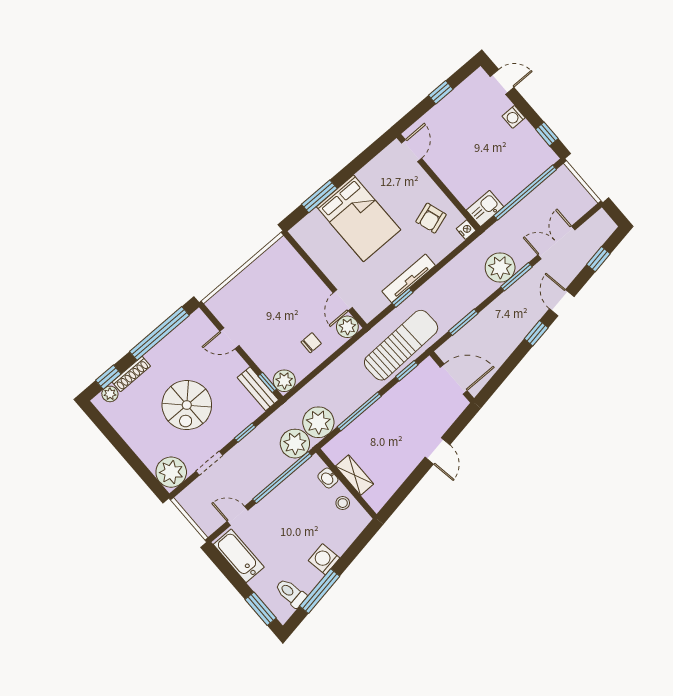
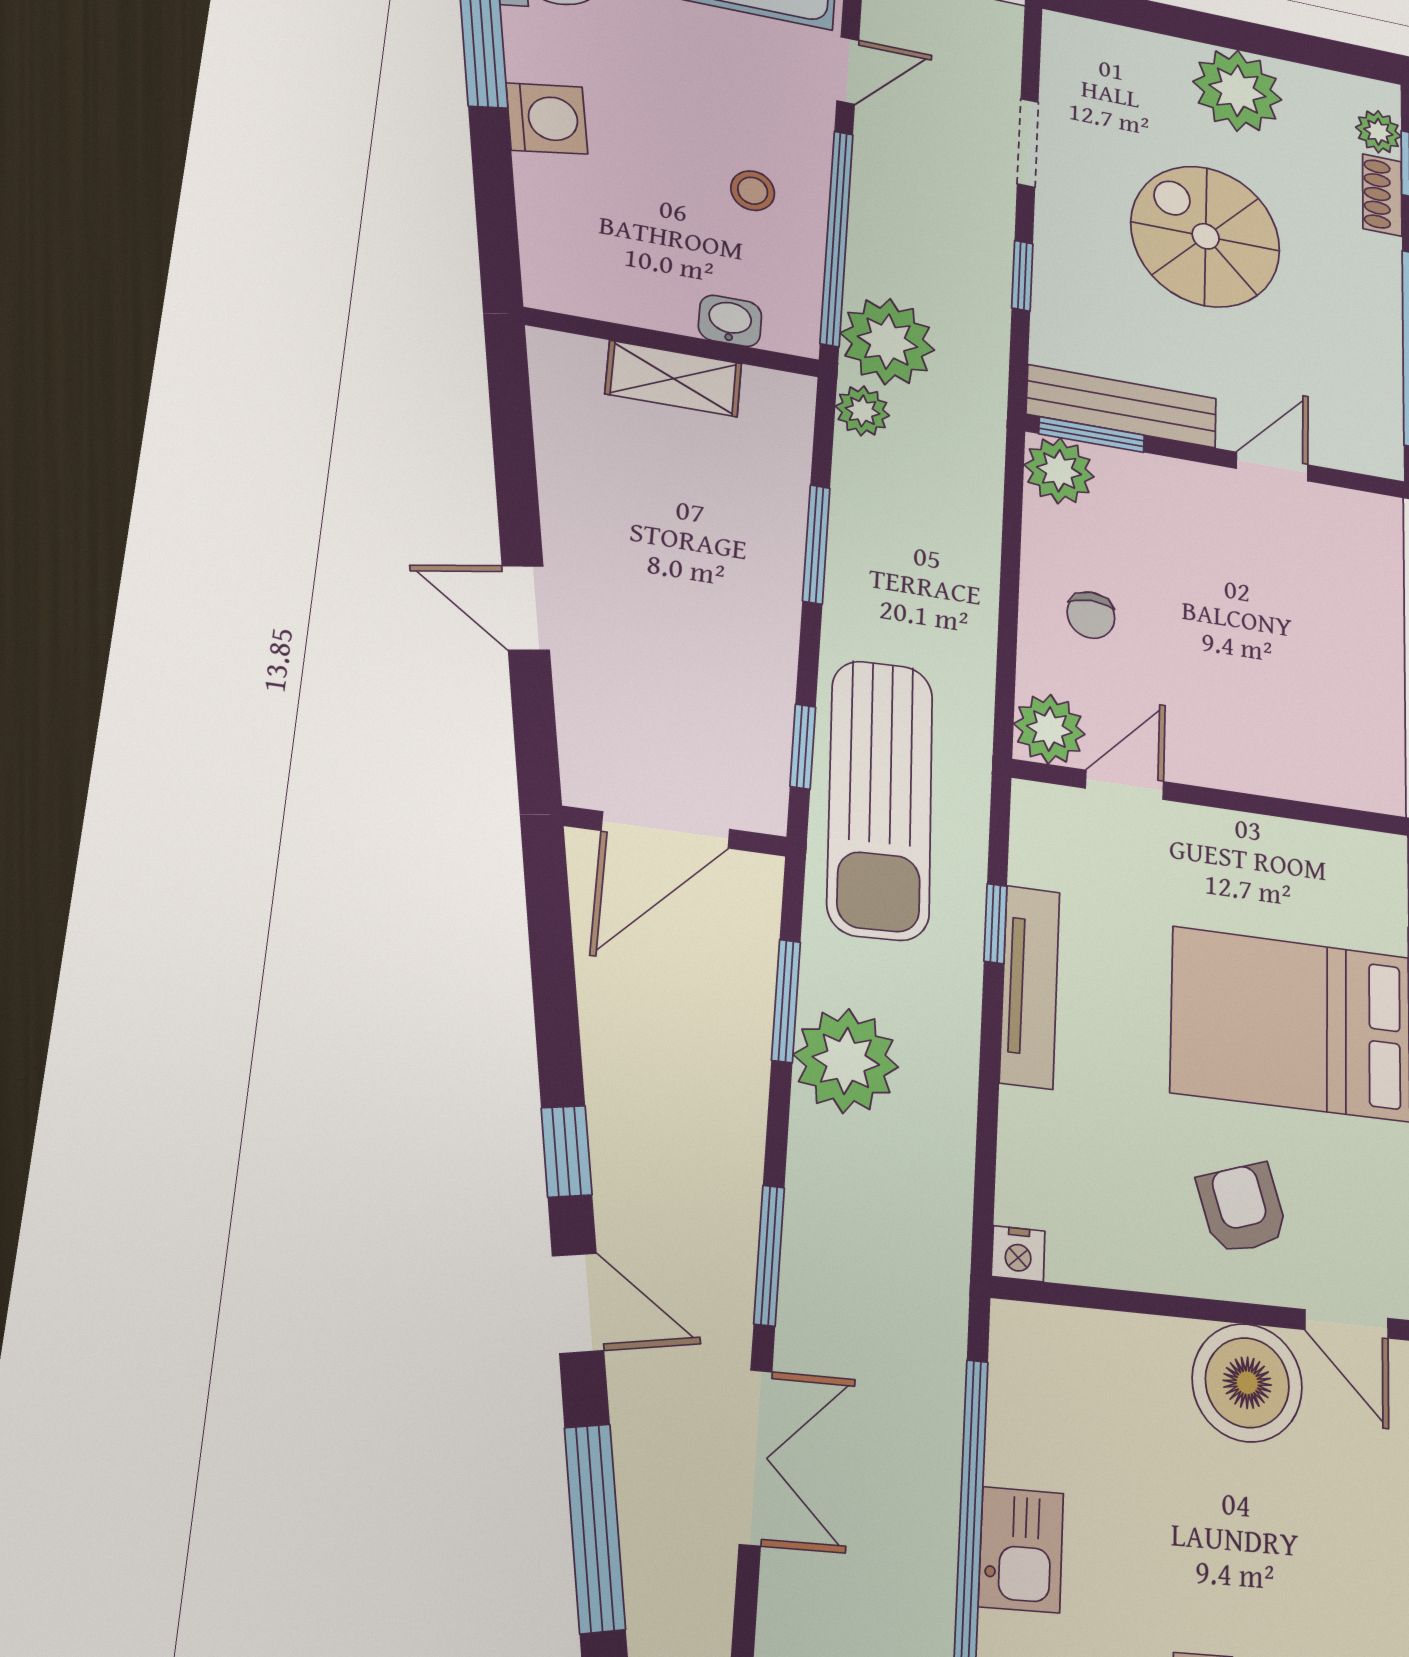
boiler: (445, 161) -> (1247, 1383), added
kitchen sink: (485, 208) -> (1021, 1550), moved
armchair: (431, 218) -> (1242, 1208), moved
window: (598, 259) -> (595, 1528), width x2.17
plant: (500, 267) -> (846, 1061), moved
door: (343, 300) -> (1125, 785), hinge flipped
shoe rack: (131, 374) -> (1382, 195), width x0.70
window: (267, 382) -> (1092, 435), width x1.50
bench: (258, 389) -> (1122, 406), width x1.36
window: (359, 412) -> (816, 544), width x0.69
plant: (318, 422) -> (862, 411), width x0.53, depth x0.53
plant: (171, 472) -> (1237, 91), moved
stool: (343, 503) -> (753, 191), moved

